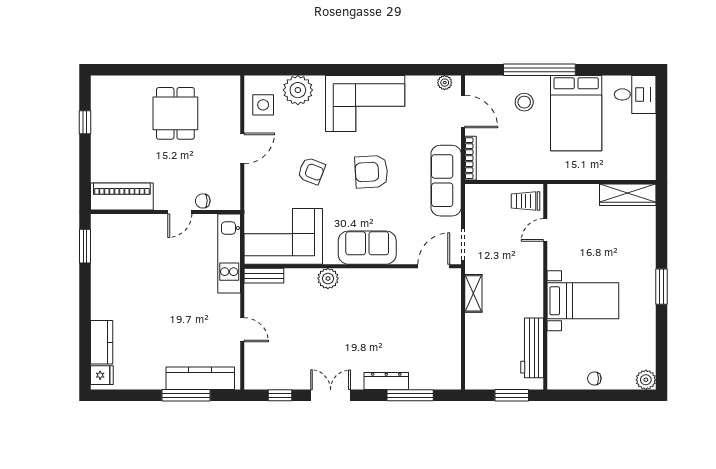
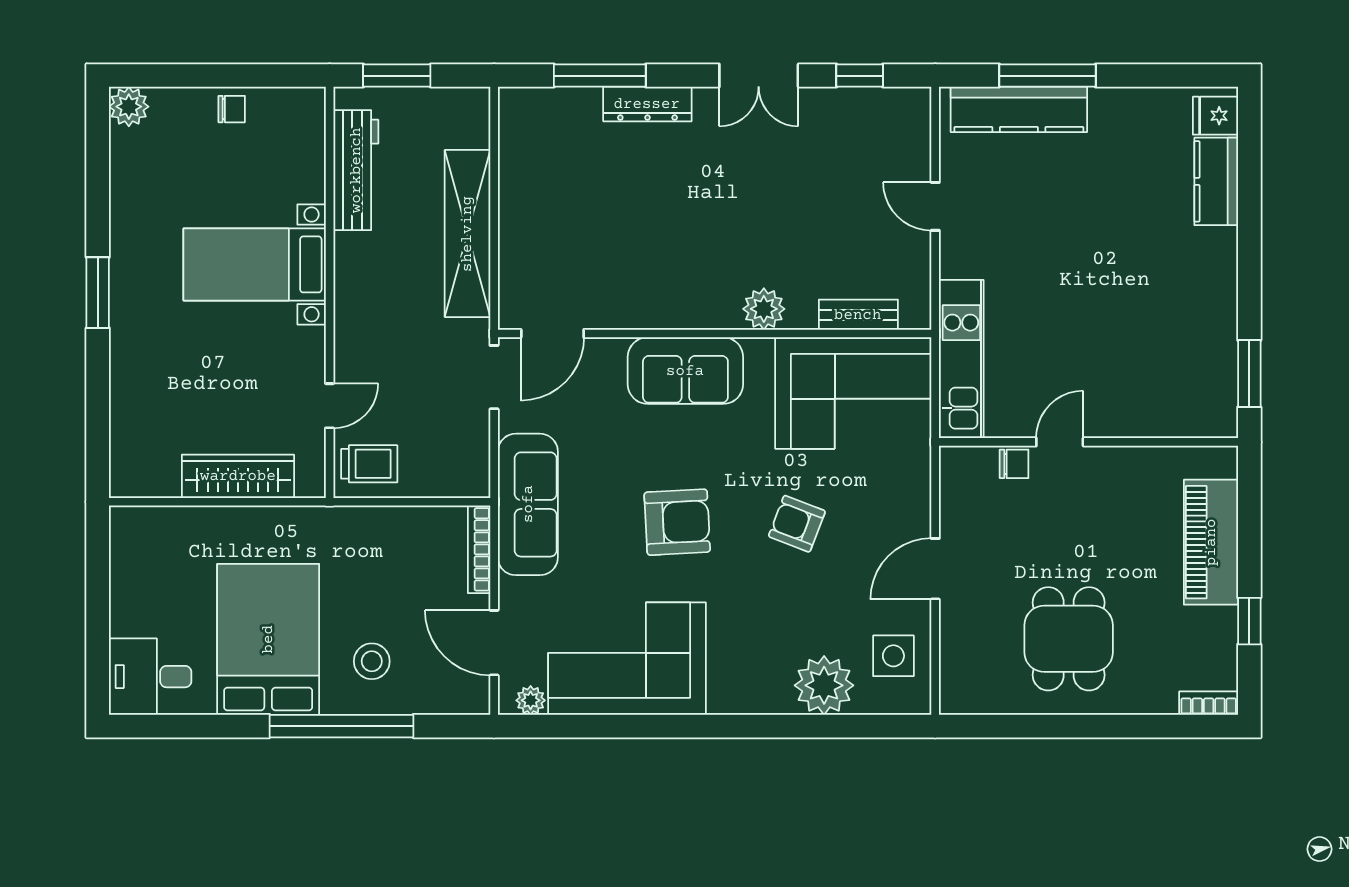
bookcase: (105, 81) -> (1209, 703), added
corner sofa: (365, 103) -> (627, 659), moved
wardrobe: (628, 195) -> (238, 476), moved
piano: (122, 196) -> (1211, 542), moved, turned 90
bench: (264, 276) -> (858, 315), moved
shelving: (473, 293) -> (467, 234), width x2.20, depth x1.33

